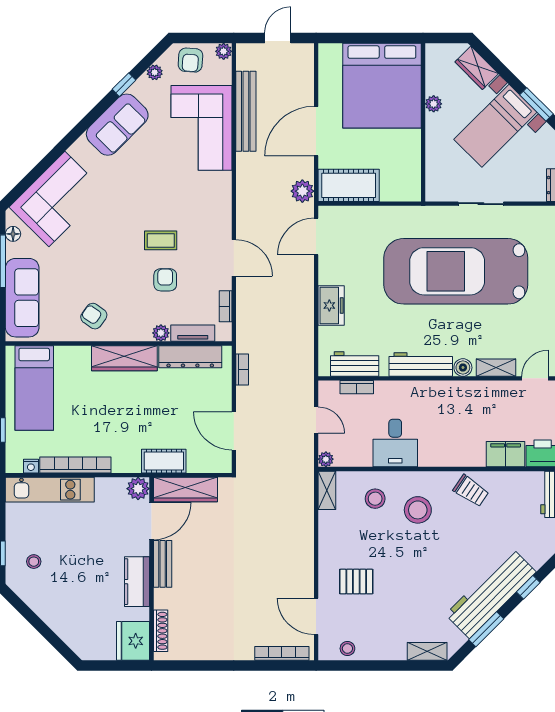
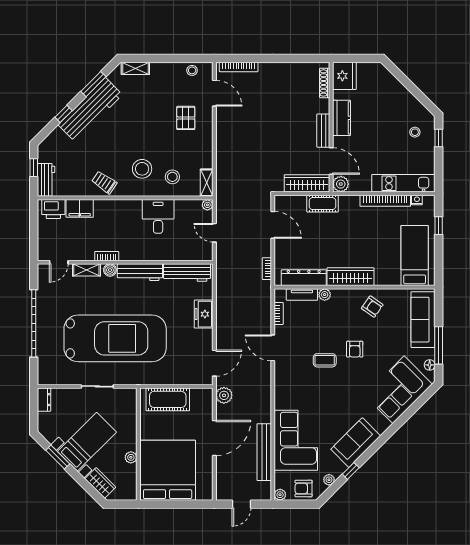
armchair: (190, 60) -> (304, 488), turned -94
cot: (349, 185) -> (168, 399), moved
armchair: (165, 280) -> (355, 349), moved
workbench: (355, 364) -> (187, 273), width x1.38
bookcase: (357, 387) -> (107, 256), moved
door: (152, 521) -> (331, 161), swing flipped
pallet: (356, 582) -> (186, 118), turned 90

